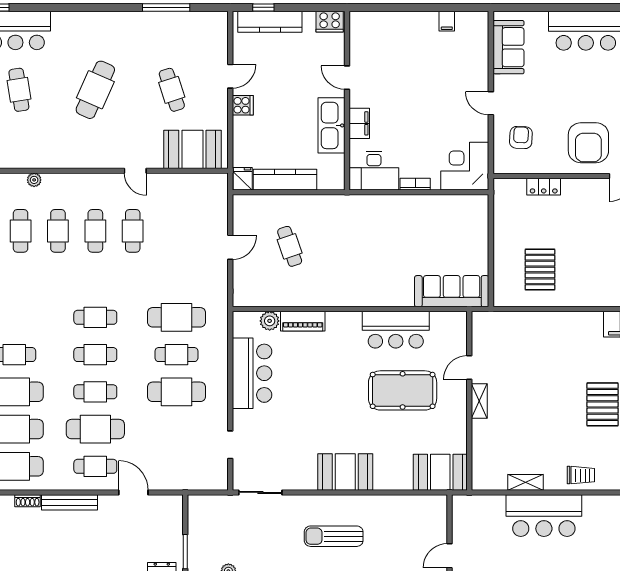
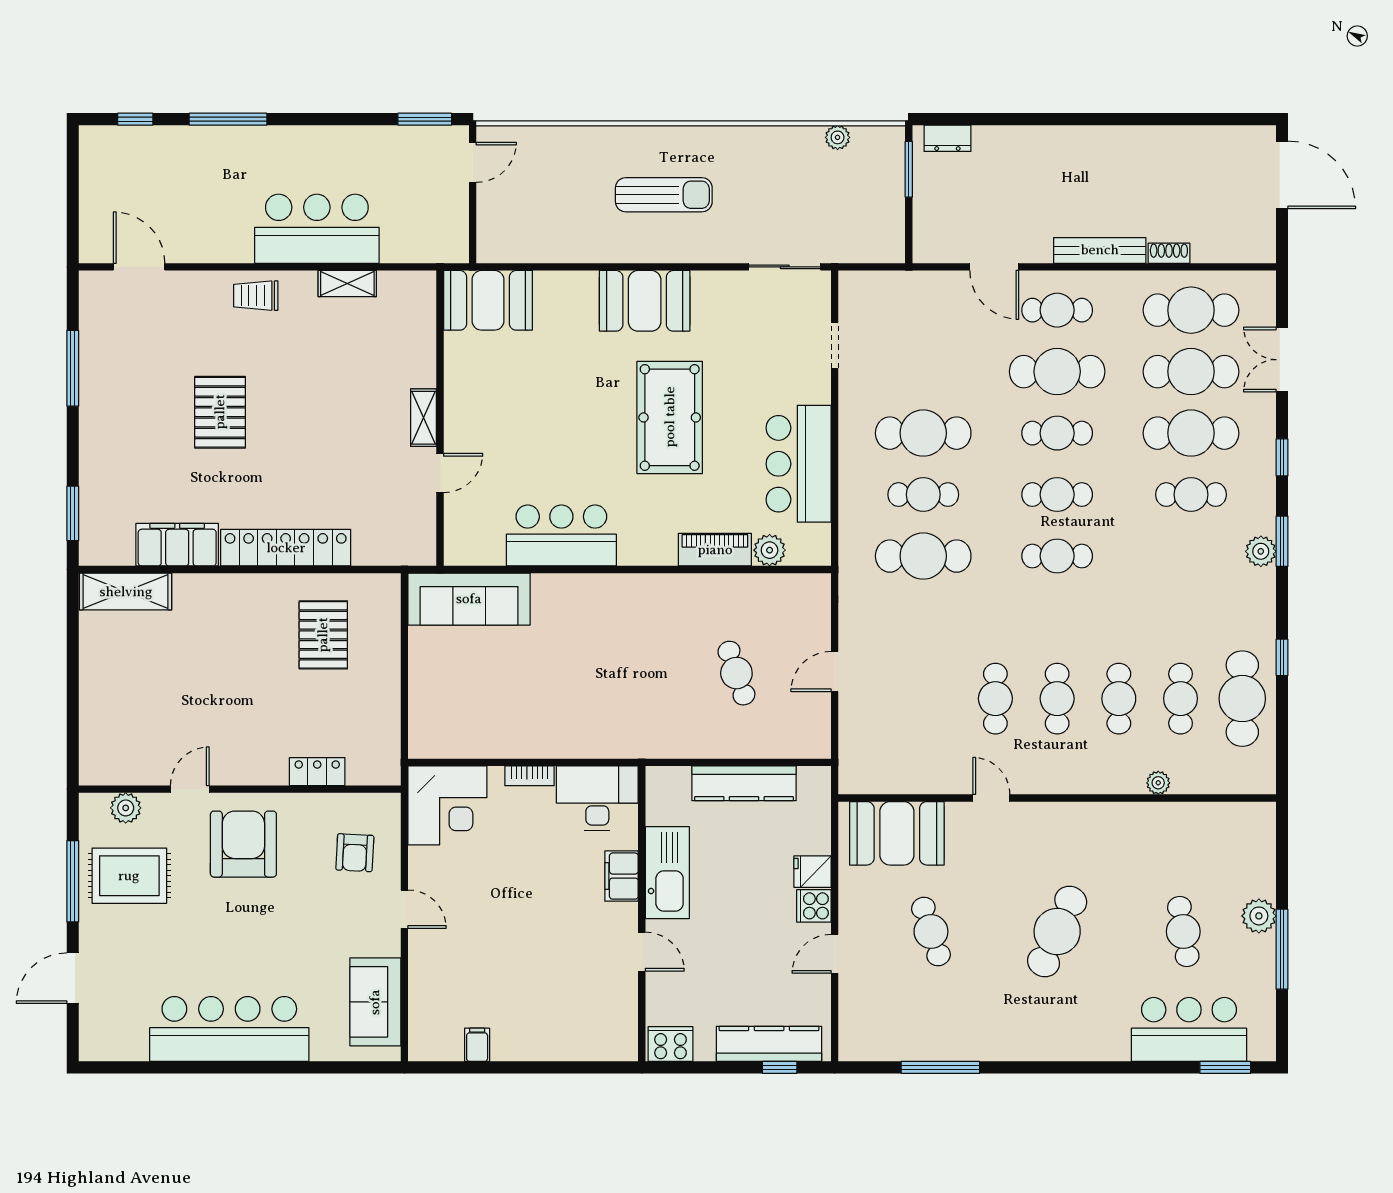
fridge: (243, 179) -> (812, 872), moved, turned 90
locker: (563, 322) -> (286, 548), added
pool table: (403, 390) -> (670, 417), moved, turned 90

